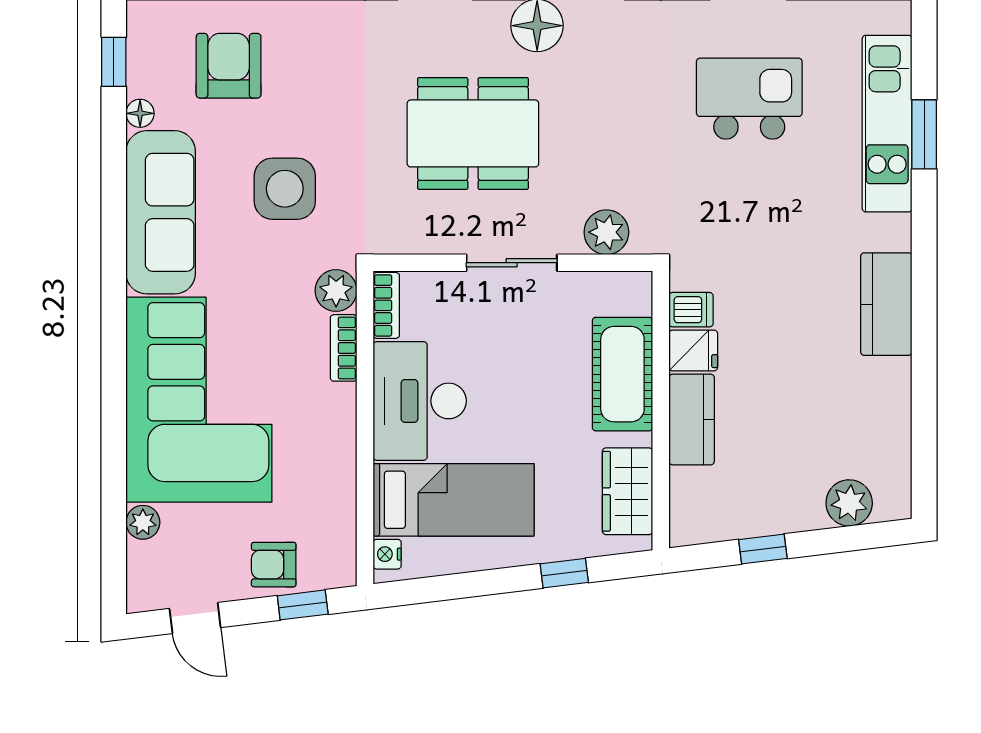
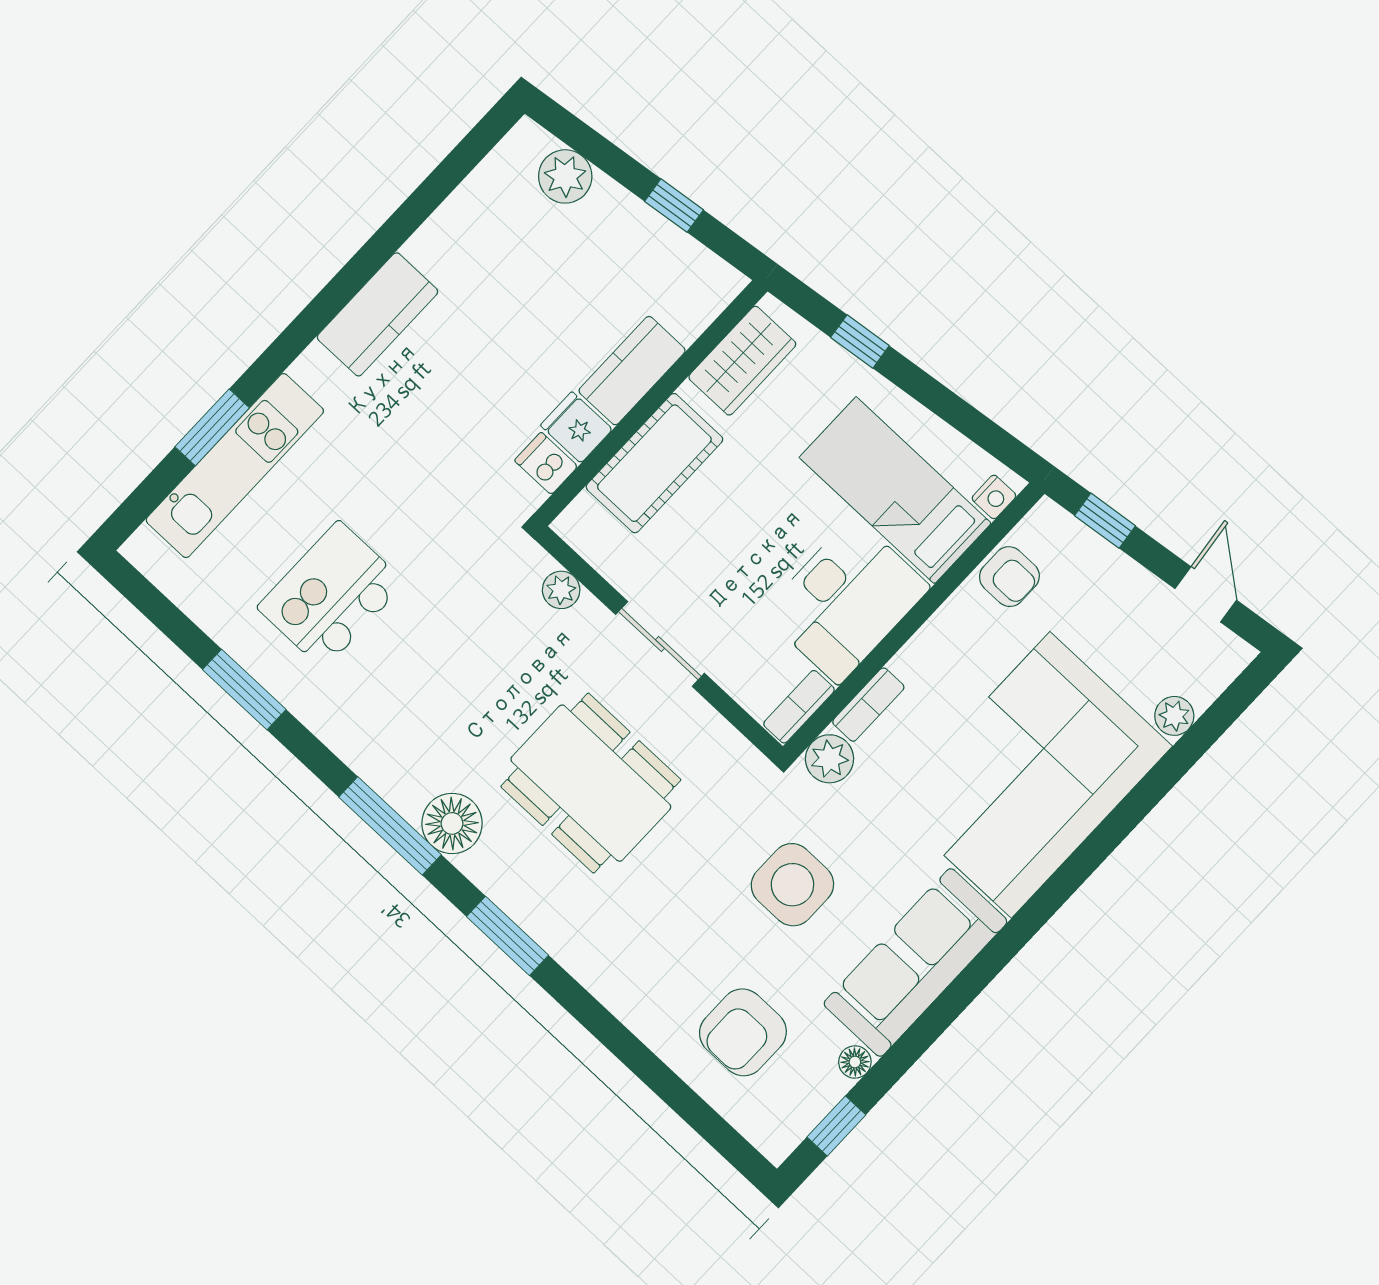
kitchen island: (749, 99) -> (331, 595), turned 90
plant: (606, 232) -> (561, 590), width x0.73, depth x0.73
armchair: (274, 565) -> (1009, 577), moved

